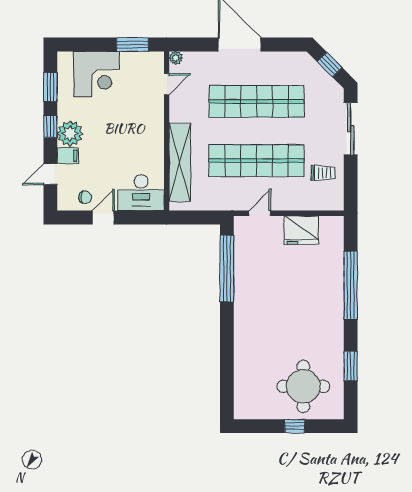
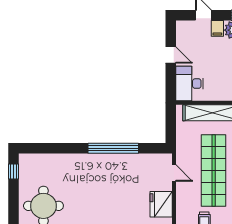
chair: (85, 197) -> (186, 41), removed
window: (227, 269) -> (113, 148), moved
window: (295, 426) -> (13, 172), moved

